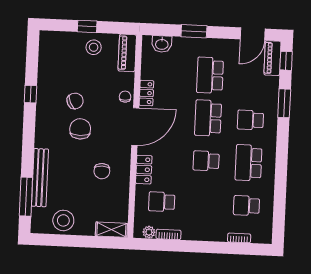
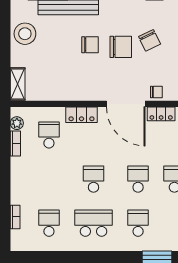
school desk: (208, 118) -> (138, 179), width x0.54
chair: (102, 171) -> (90, 45), moved, turned 180

